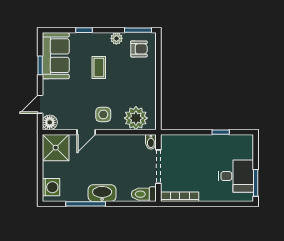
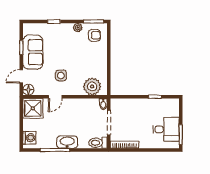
sofa: (56, 56) -> (33, 52), moved
coffee table: (99, 68) -> (65, 49), removed
side table: (103, 114) -> (61, 75), moved

